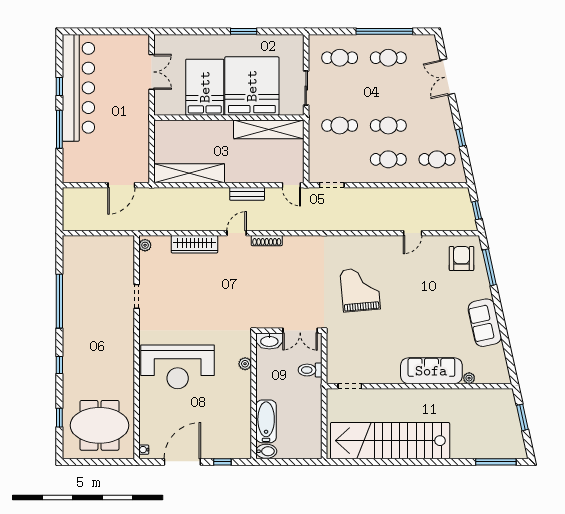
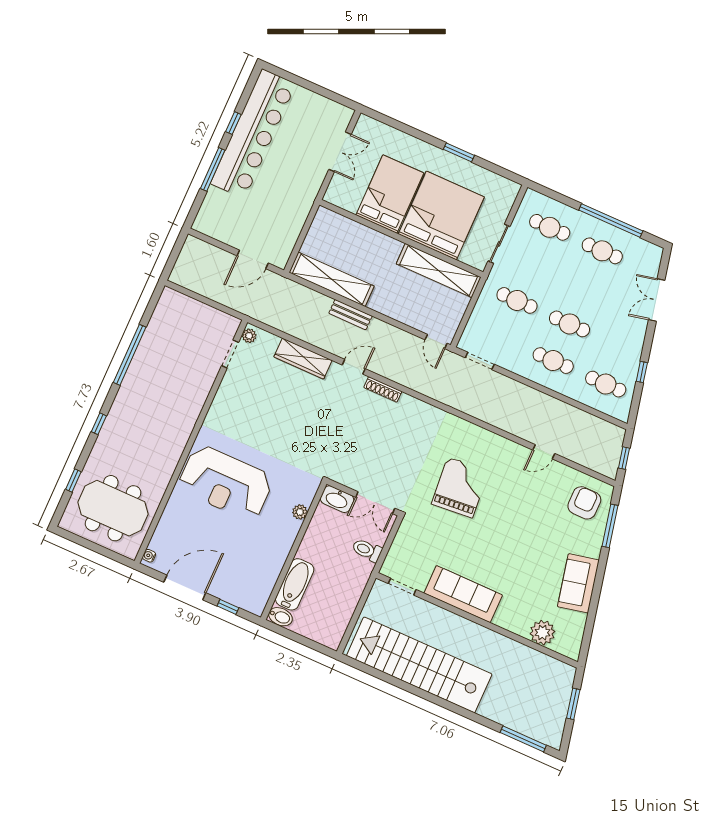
bench: (247, 194) -> (350, 315), moved
doorway: (137, 296) -> (230, 354), moved
sofa: (431, 371) -> (463, 594), moved
plant: (469, 378) -> (542, 633), width x1.88, depth x1.88

